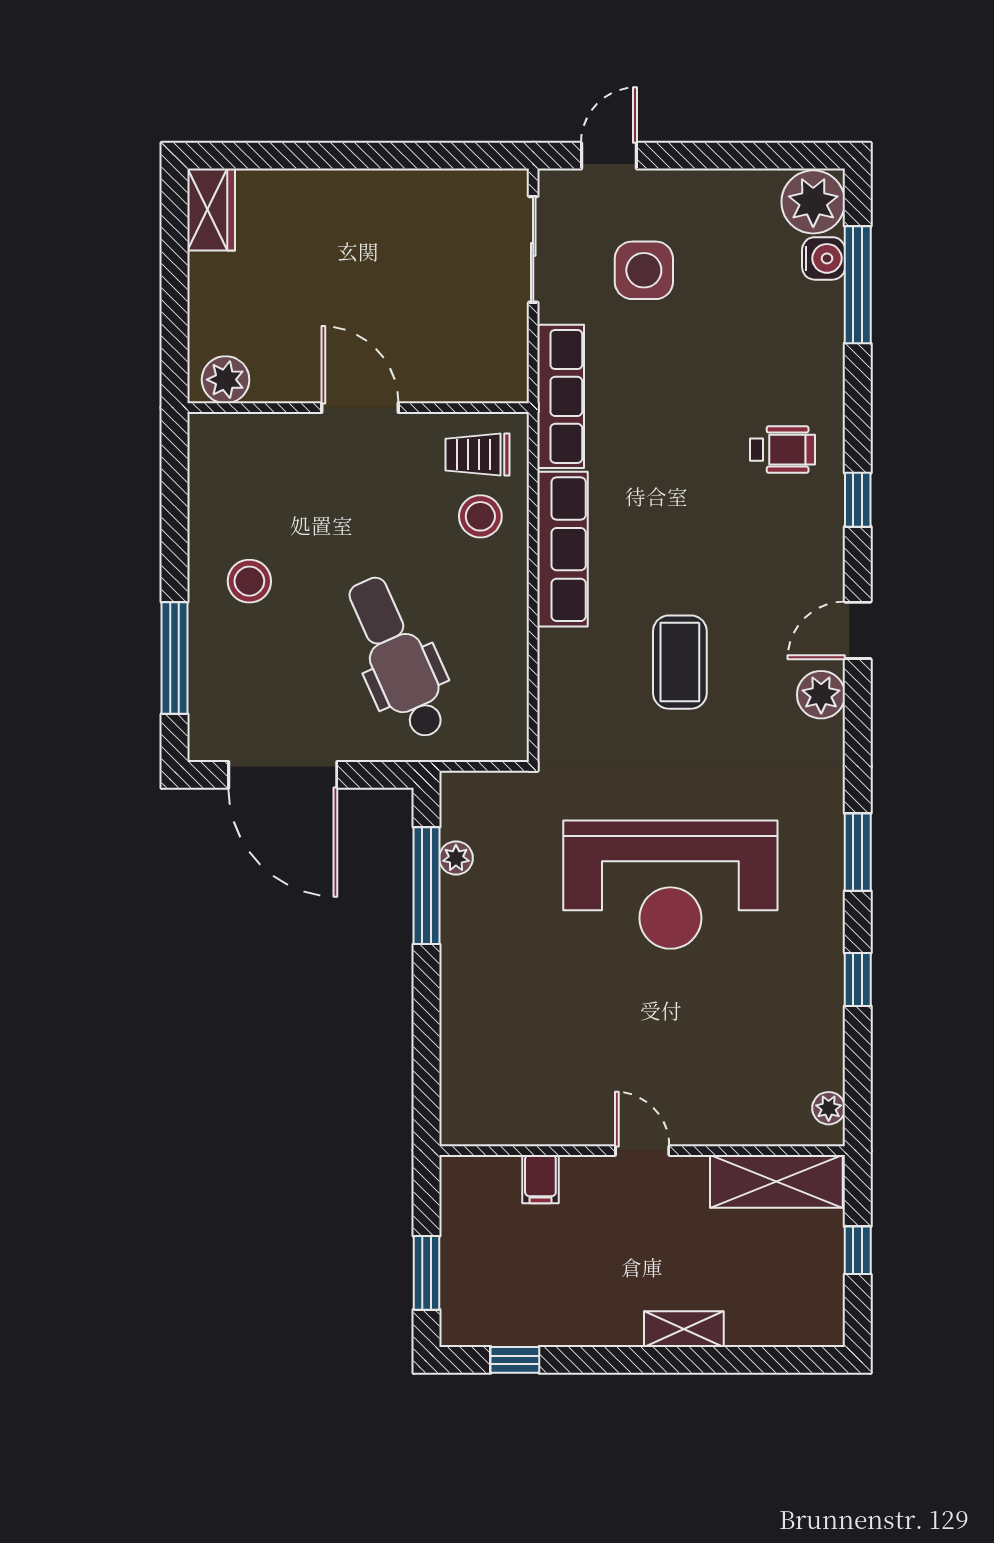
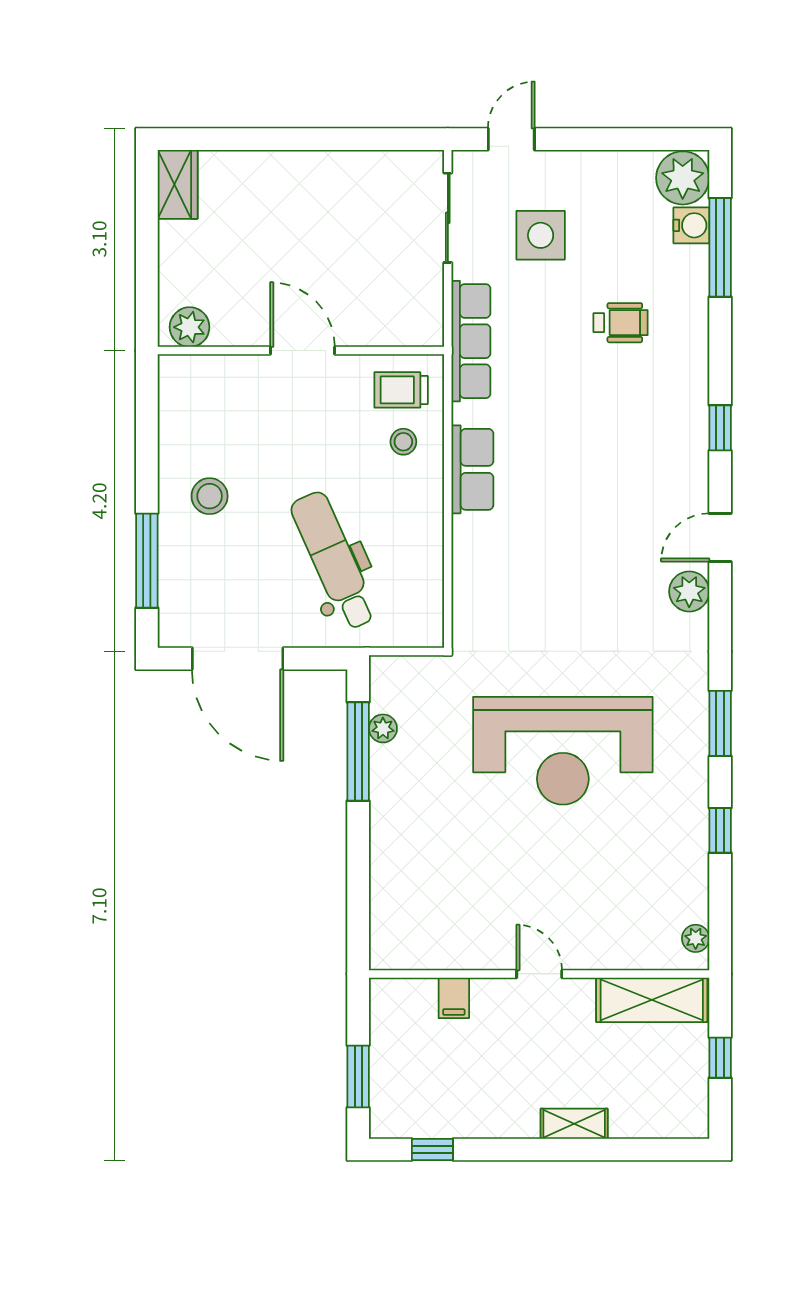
wheelchair: (782, 450) -> (620, 323), moved
stool: (480, 516) -> (403, 442), width x0.73, depth x0.73
row of seats: (563, 549) -> (472, 469), width x0.68
coffee table: (680, 662) -> (571, 564), removed

